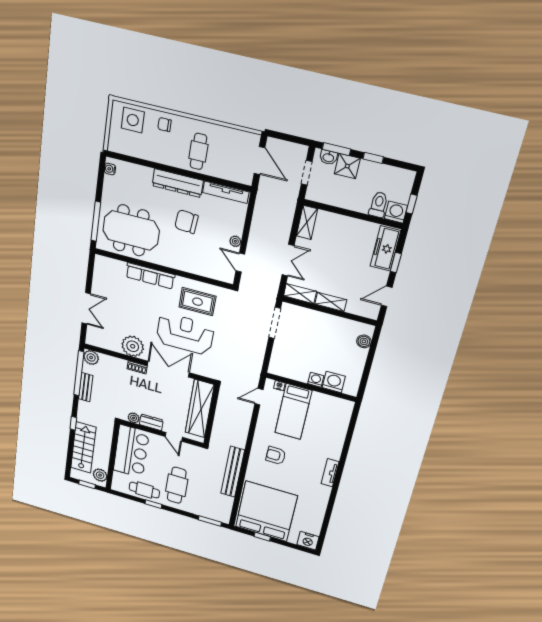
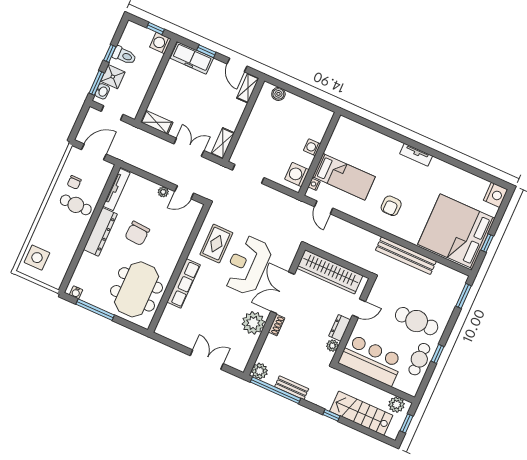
chair: (165, 125) -> (74, 182), moved
toilet: (378, 205) -> (124, 55), moved, turned 180
window: (96, 221) -> (95, 310), moved
shelving: (331, 302) -> (248, 88), moved
washing machine: (334, 382) -> (297, 174), moved

